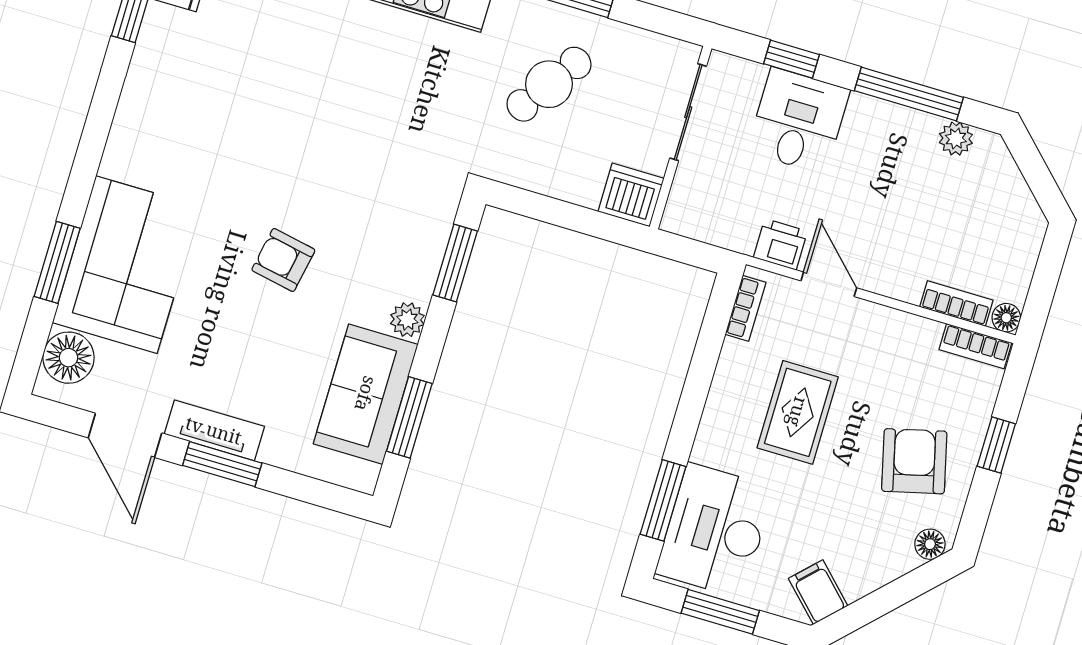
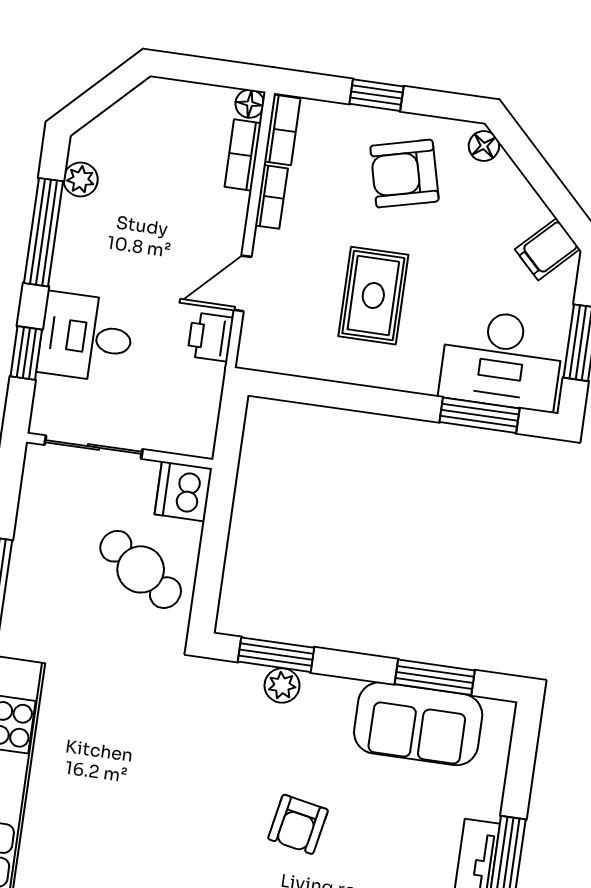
cafe table: (549, 84) -> (141, 569), moved
bookcase: (746, 308) -> (271, 197), moved, turned 90
plant: (407, 320) -> (282, 685), moved
rug: (798, 412) -> (373, 296), turned 90

